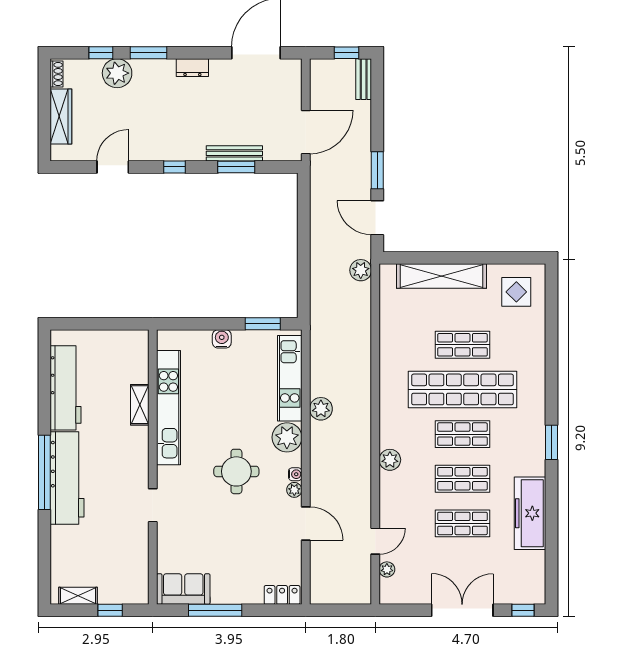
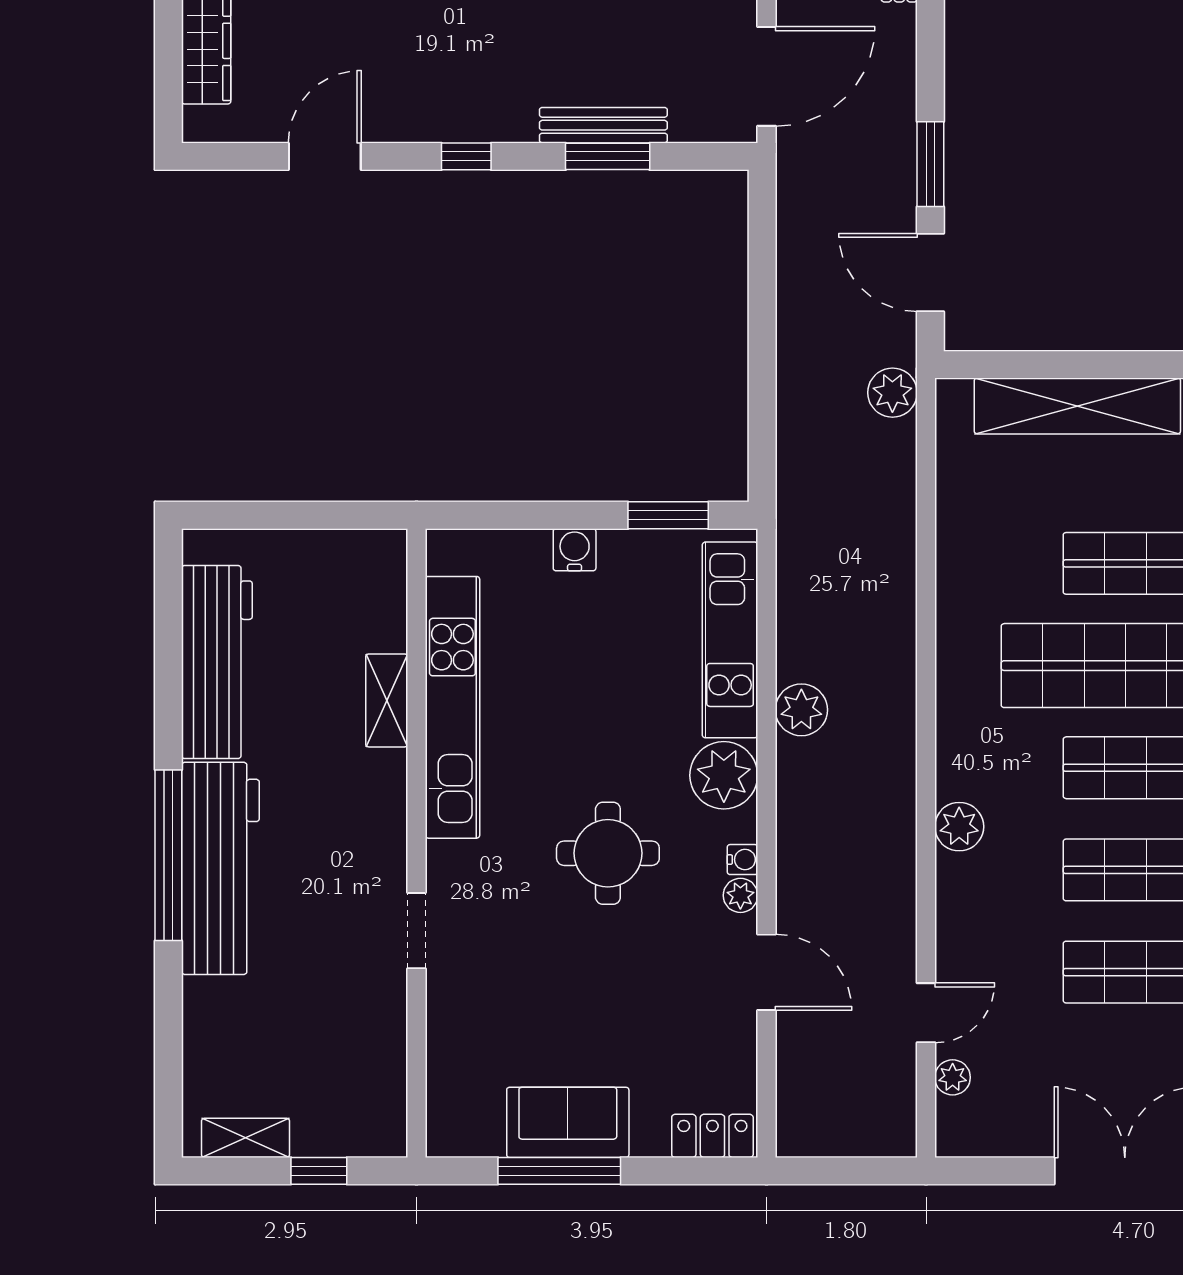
sofa: (183, 589) -> (568, 1122), moved

